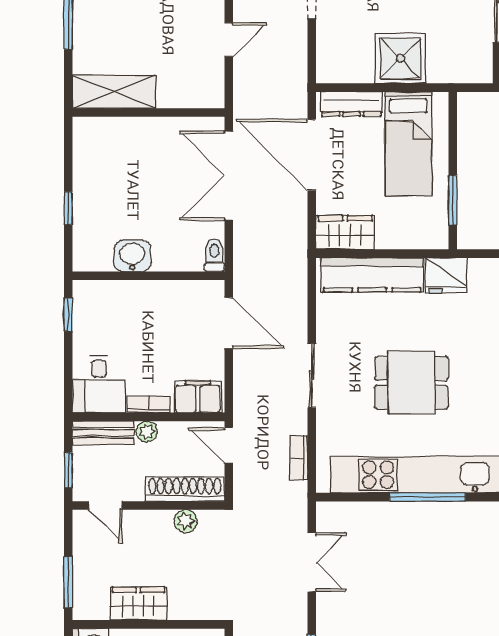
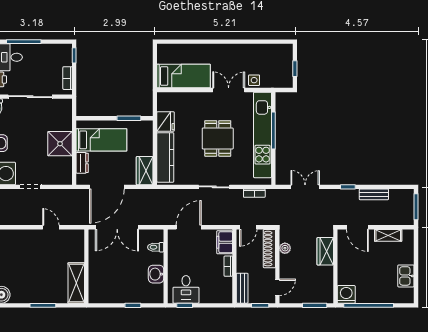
dresser: (352, 104) -> (82, 163), width x0.70
toilet: (214, 255) -> (156, 247), moved
desk: (99, 384) -> (186, 289), moved, turned 90
plant: (147, 431) -> (241, 267), removed
wardrobe: (138, 604) -> (325, 251), moved

